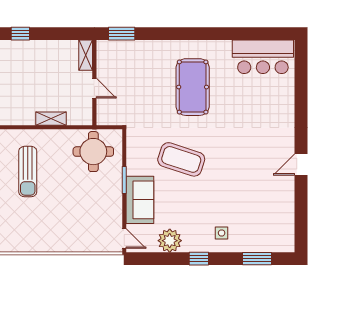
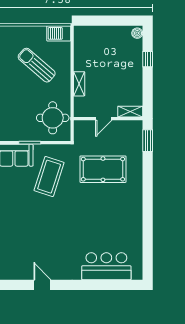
bar counter: (263, 57) -> (106, 266), moved, turned 90
pool table: (193, 87) -> (103, 169), moved
coffee table: (181, 159) -> (49, 177), moved
sun lounger: (28, 172) -> (37, 65), turned 41

